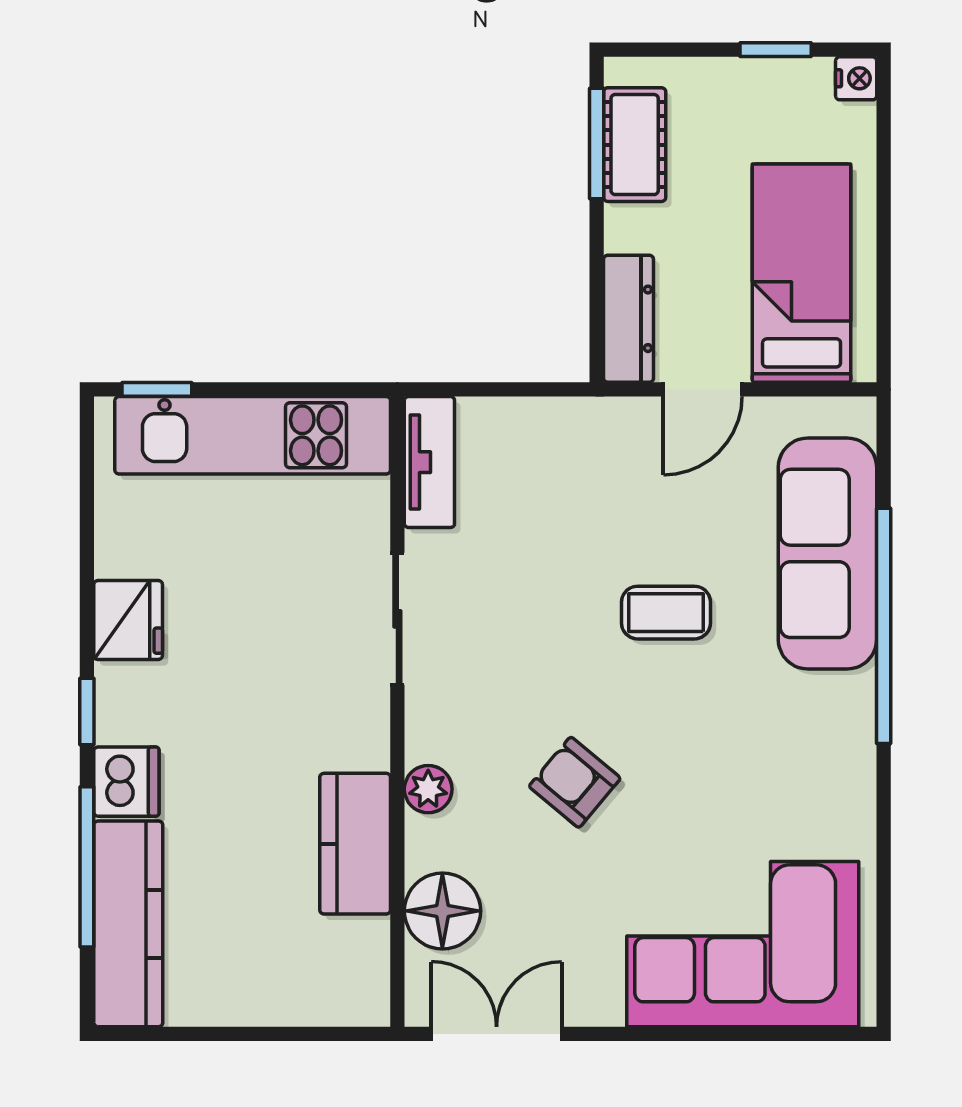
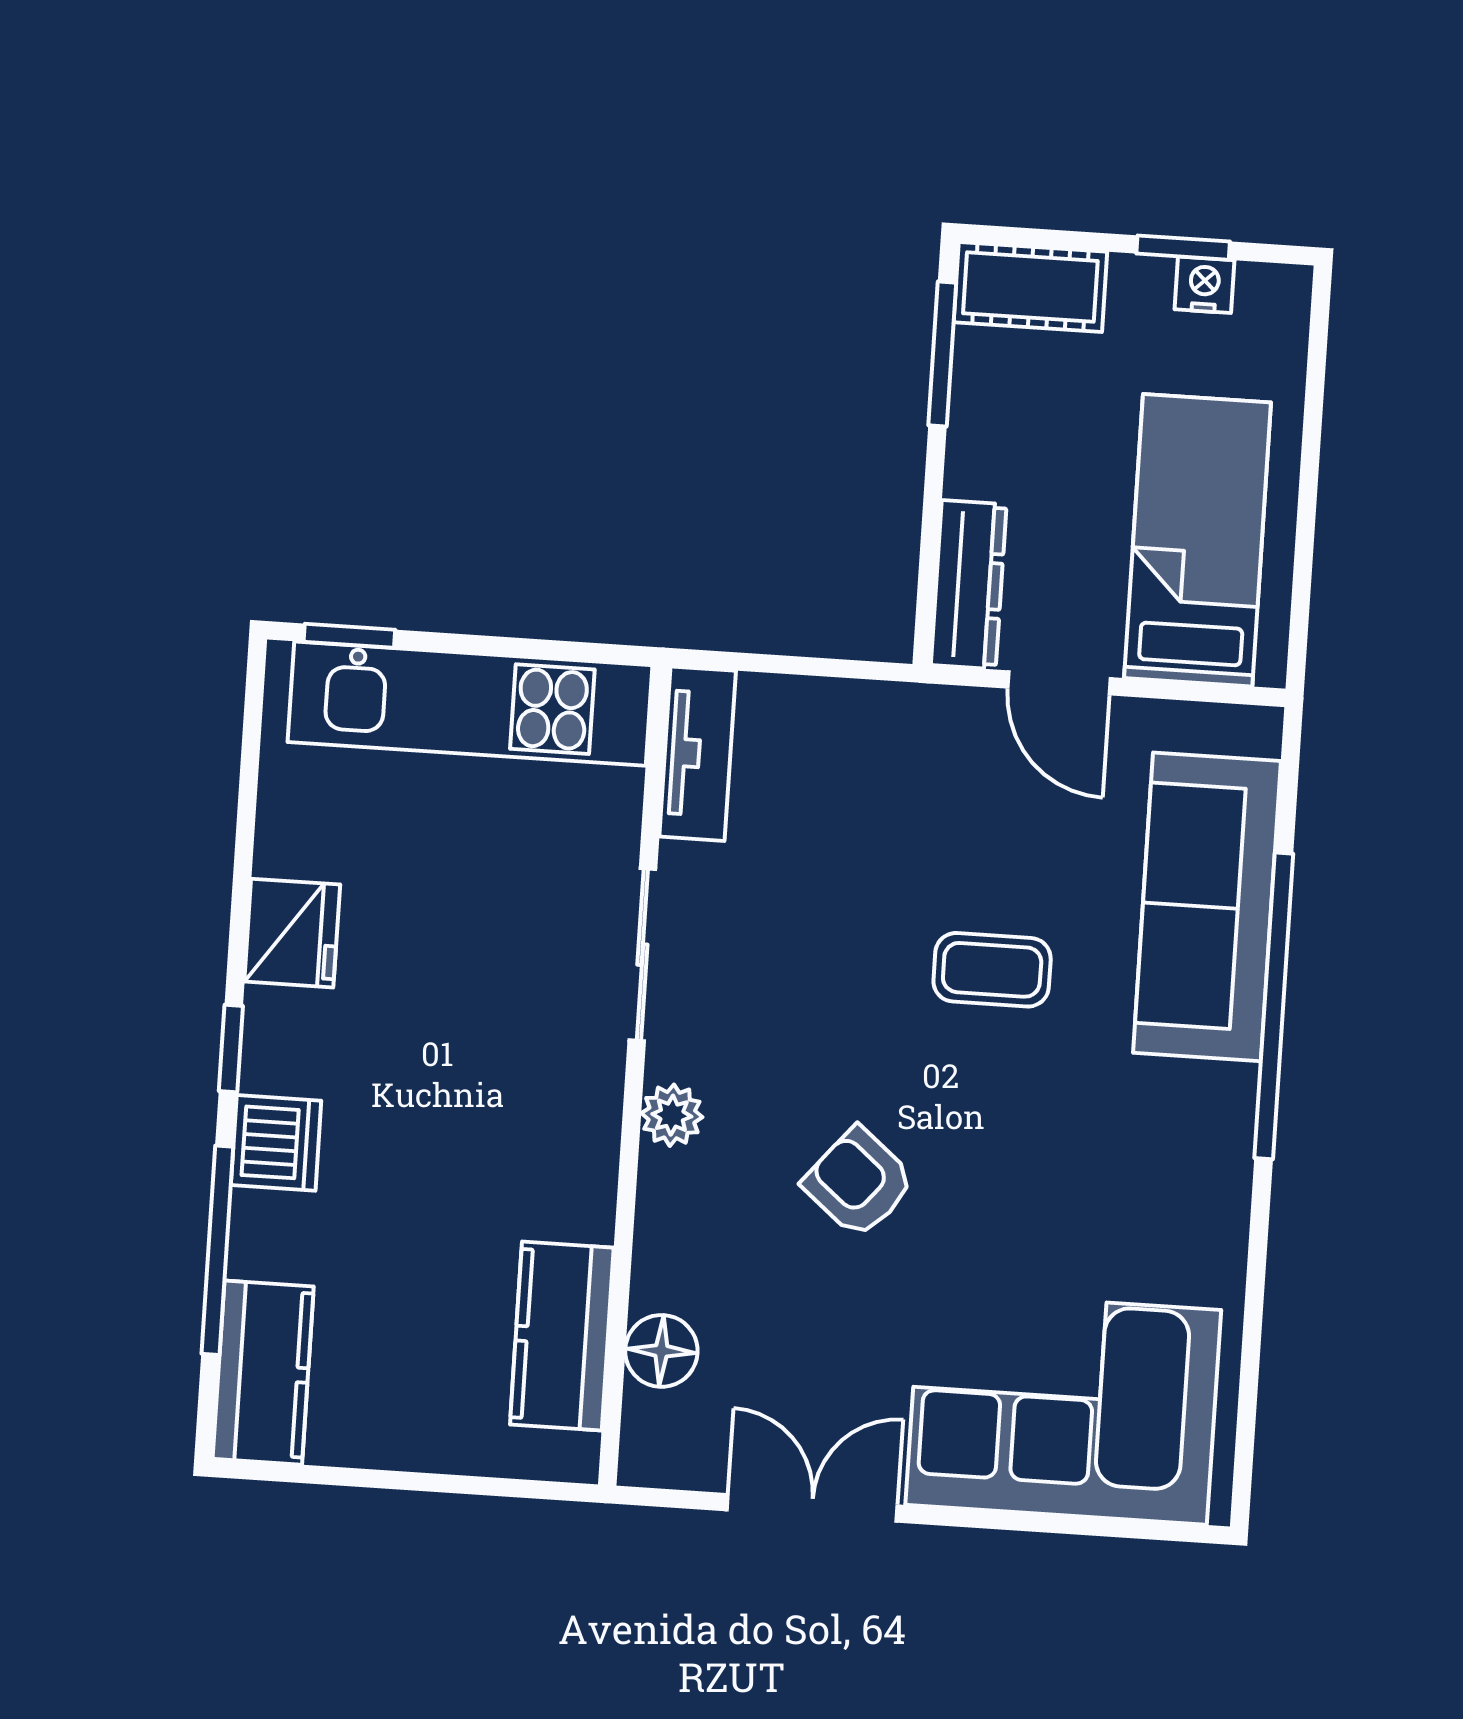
nightstand: (856, 78) -> (1205, 285), moved, turned -90
cot: (635, 145) -> (1030, 287), moved, turned 90
door: (703, 389) -> (1059, 683), hinge flipped
plant: (428, 789) -> (672, 1115), moved
kitchen counter: (355, 844) -> (562, 1336), moved
floor lamp: (442, 911) -> (661, 1351), width x0.73, depth x0.73
kitchen counter: (128, 924) -> (263, 1373), width x0.67
double door: (497, 1034) -> (812, 1508), moved

